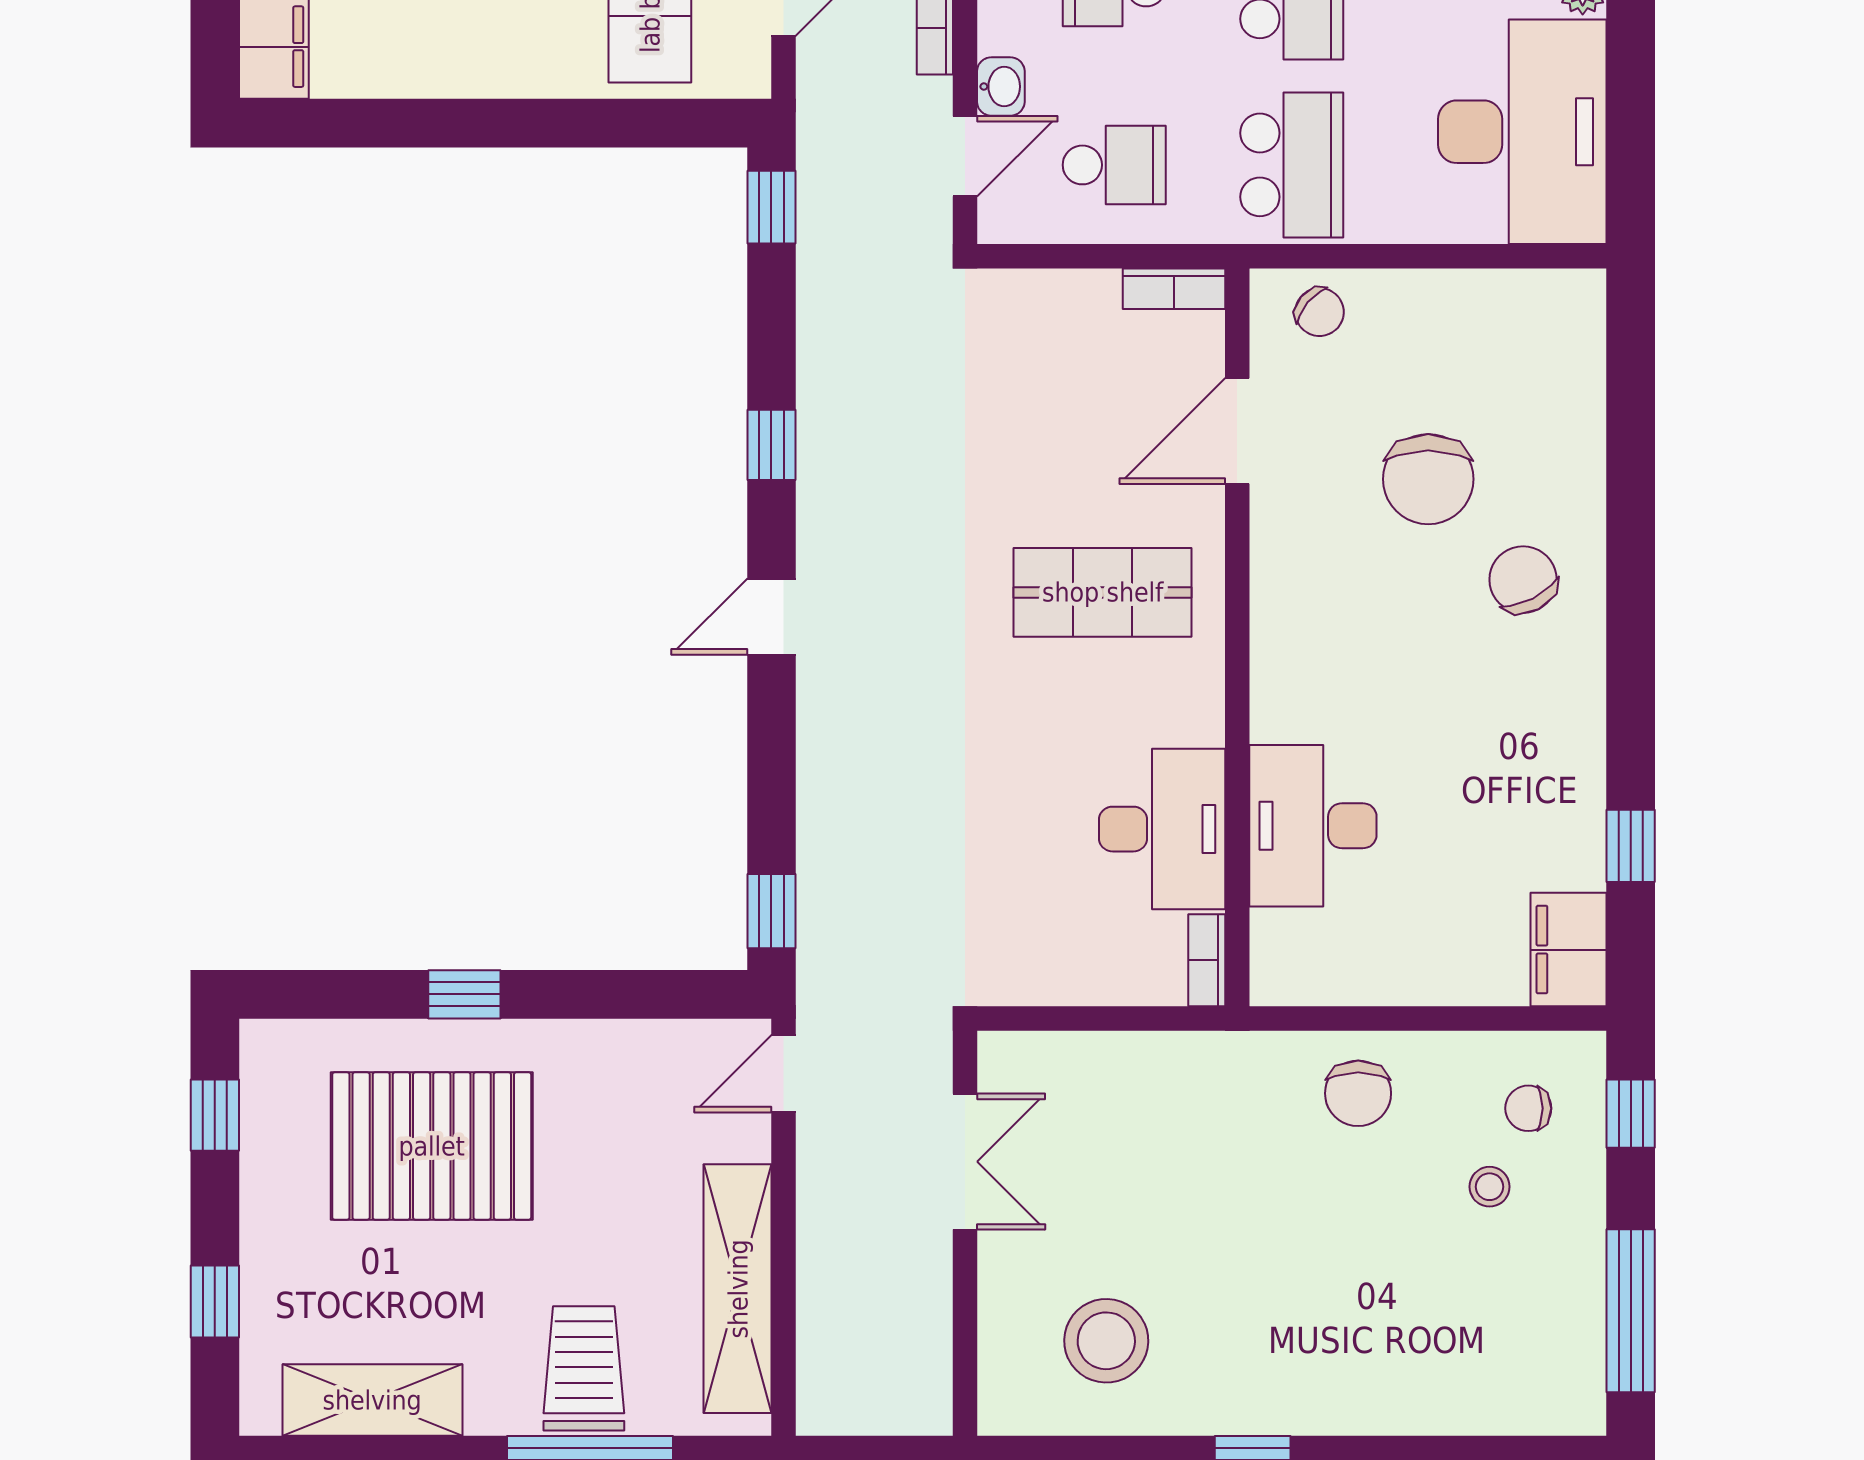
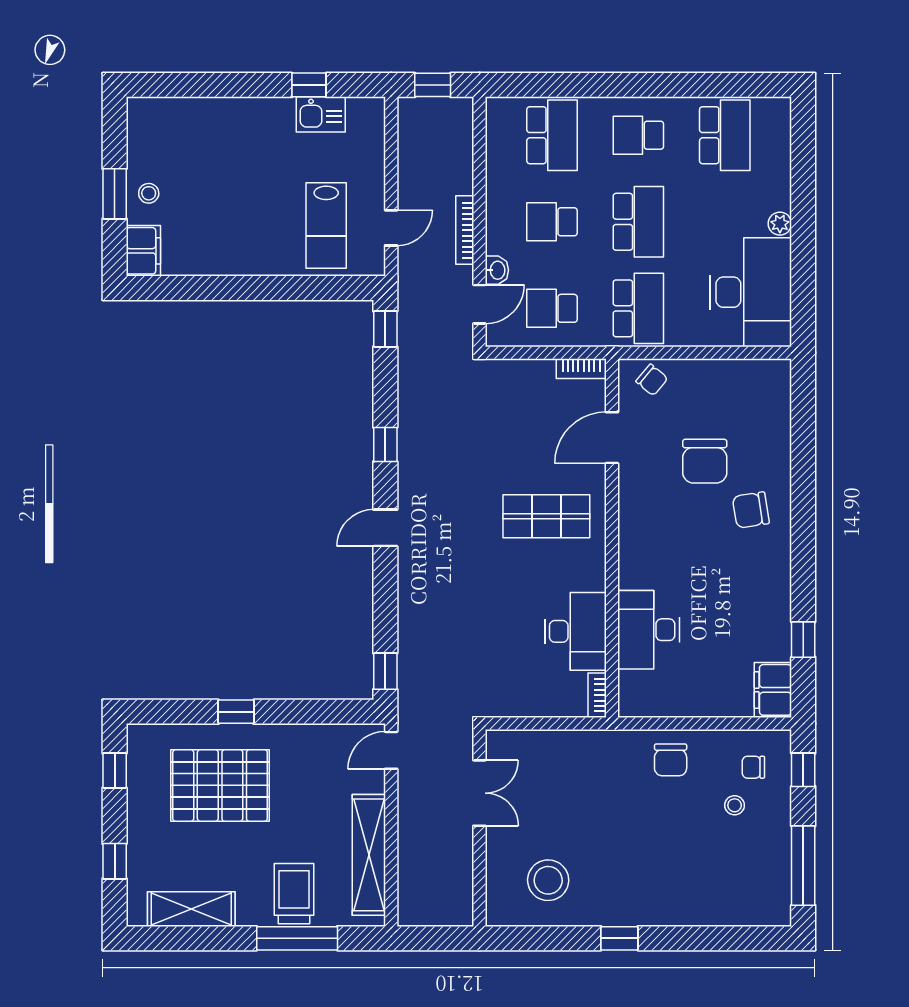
school desk: (1114, 165) -> (552, 308), turned 180
chair: (1523, 580) -> (751, 510), turned -72

